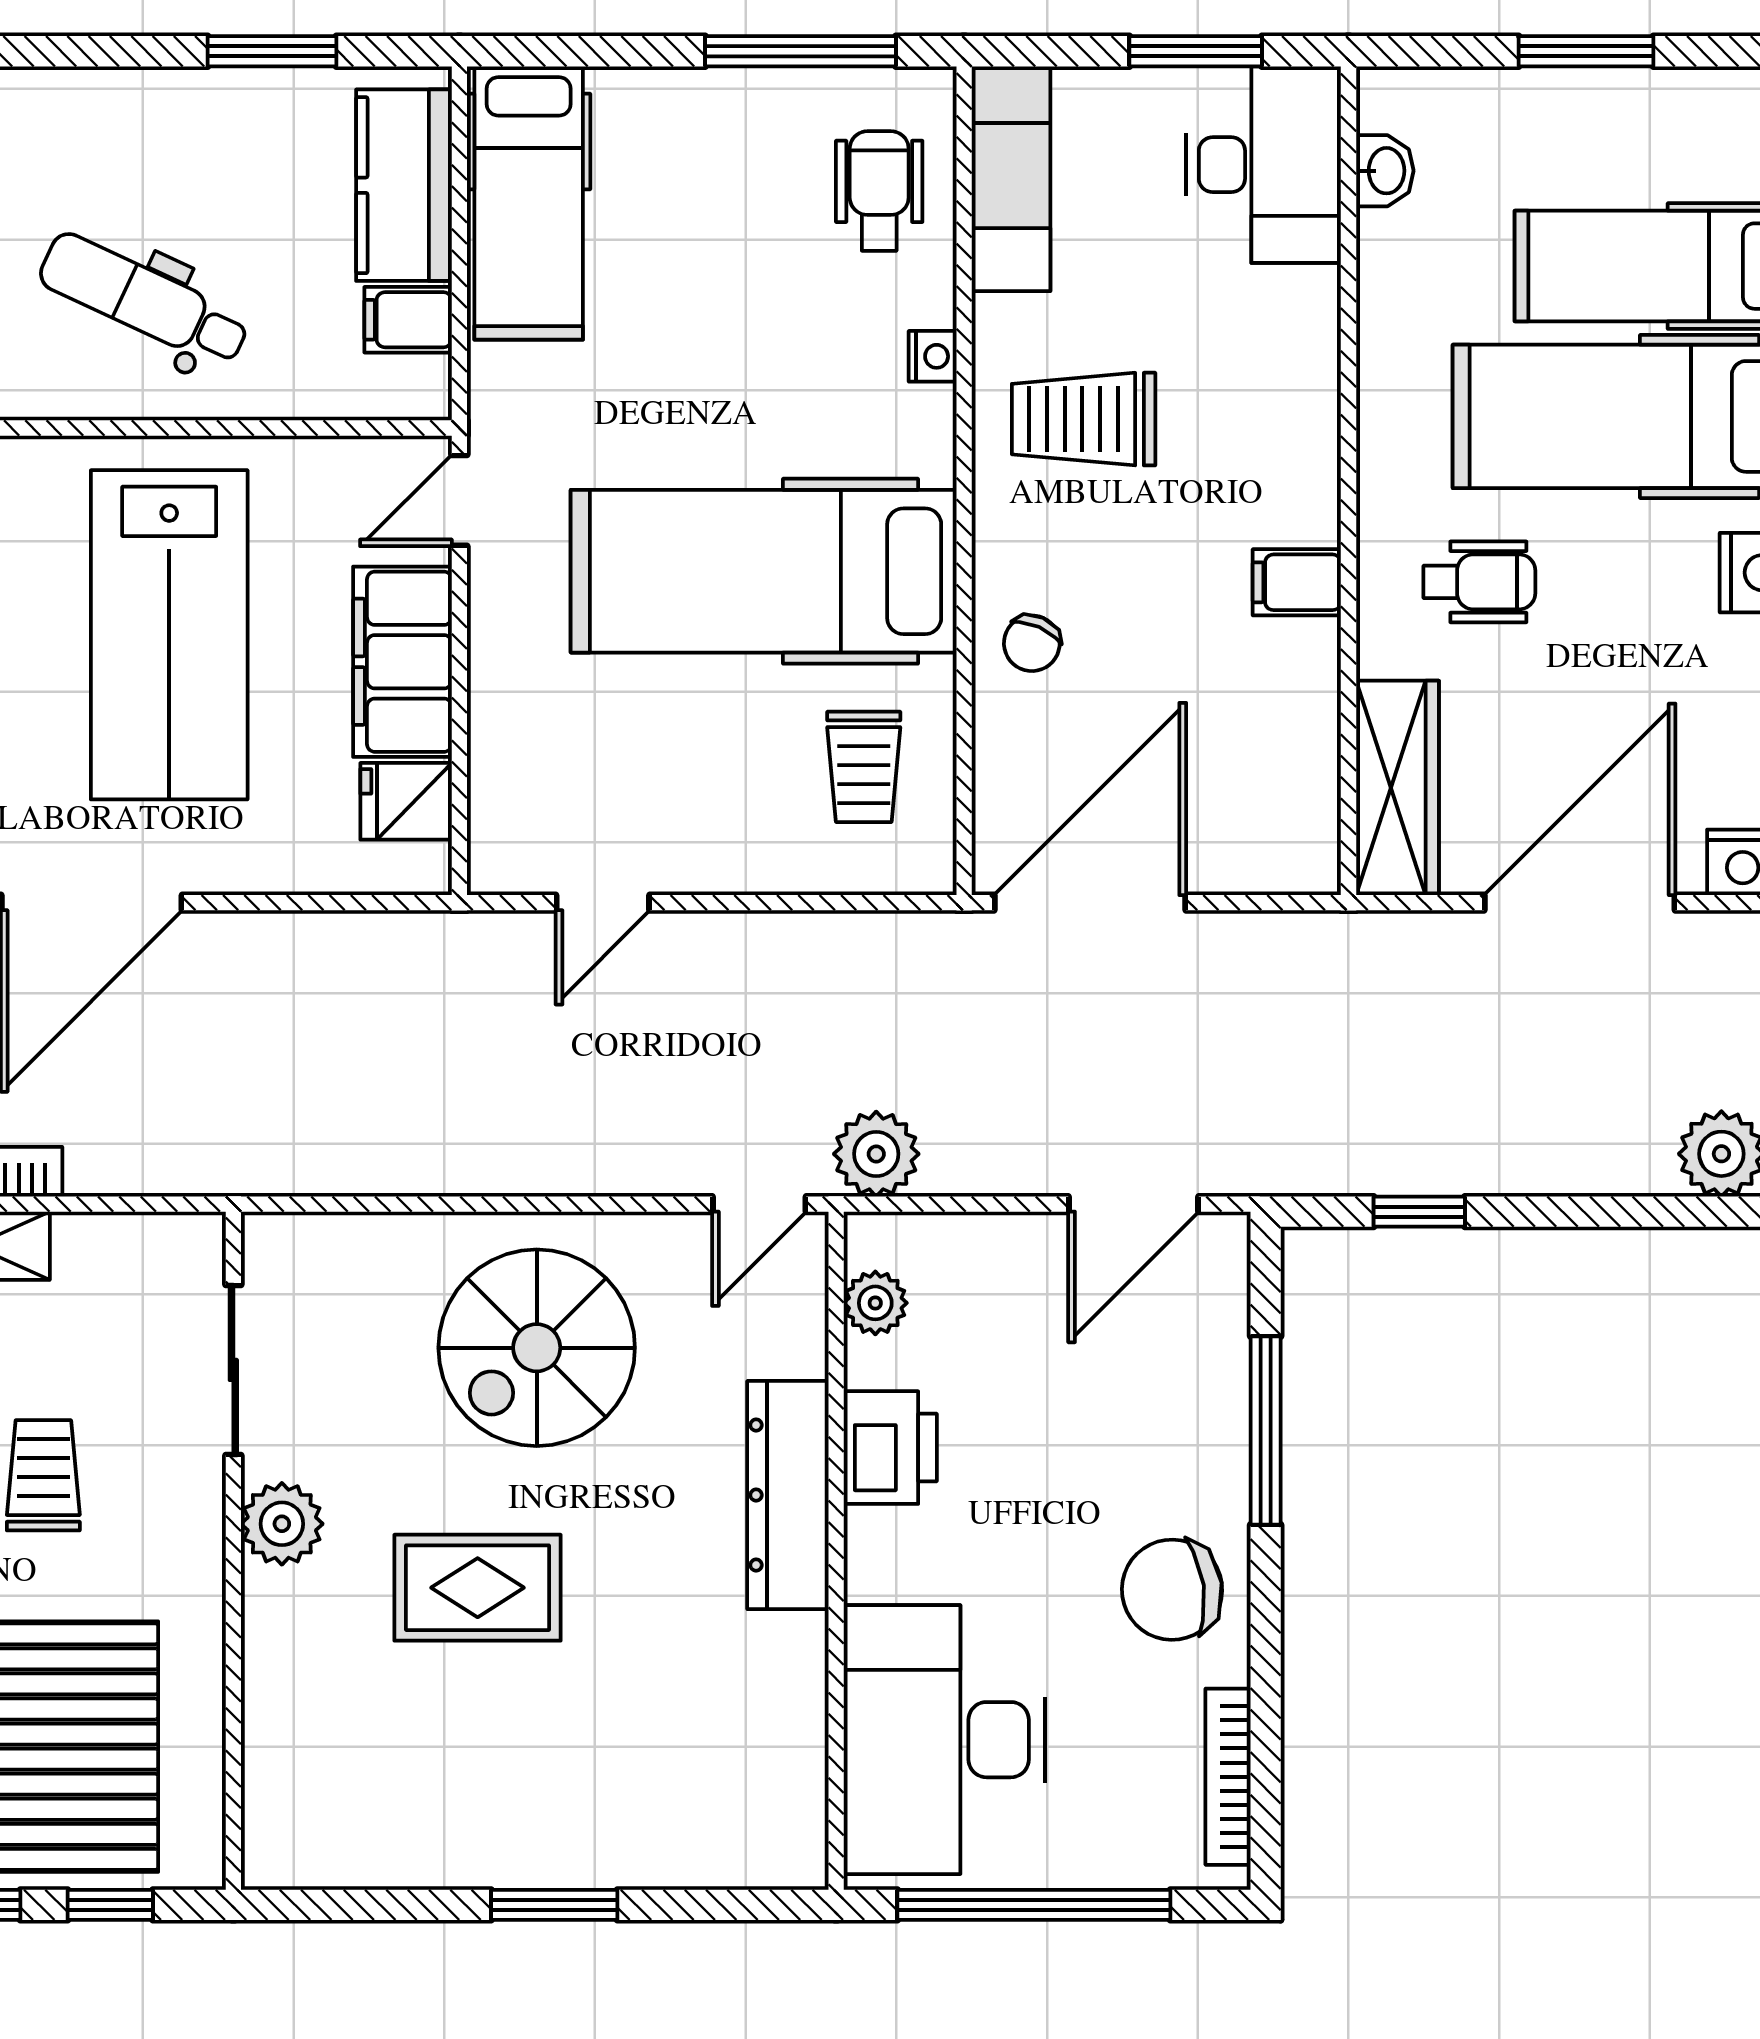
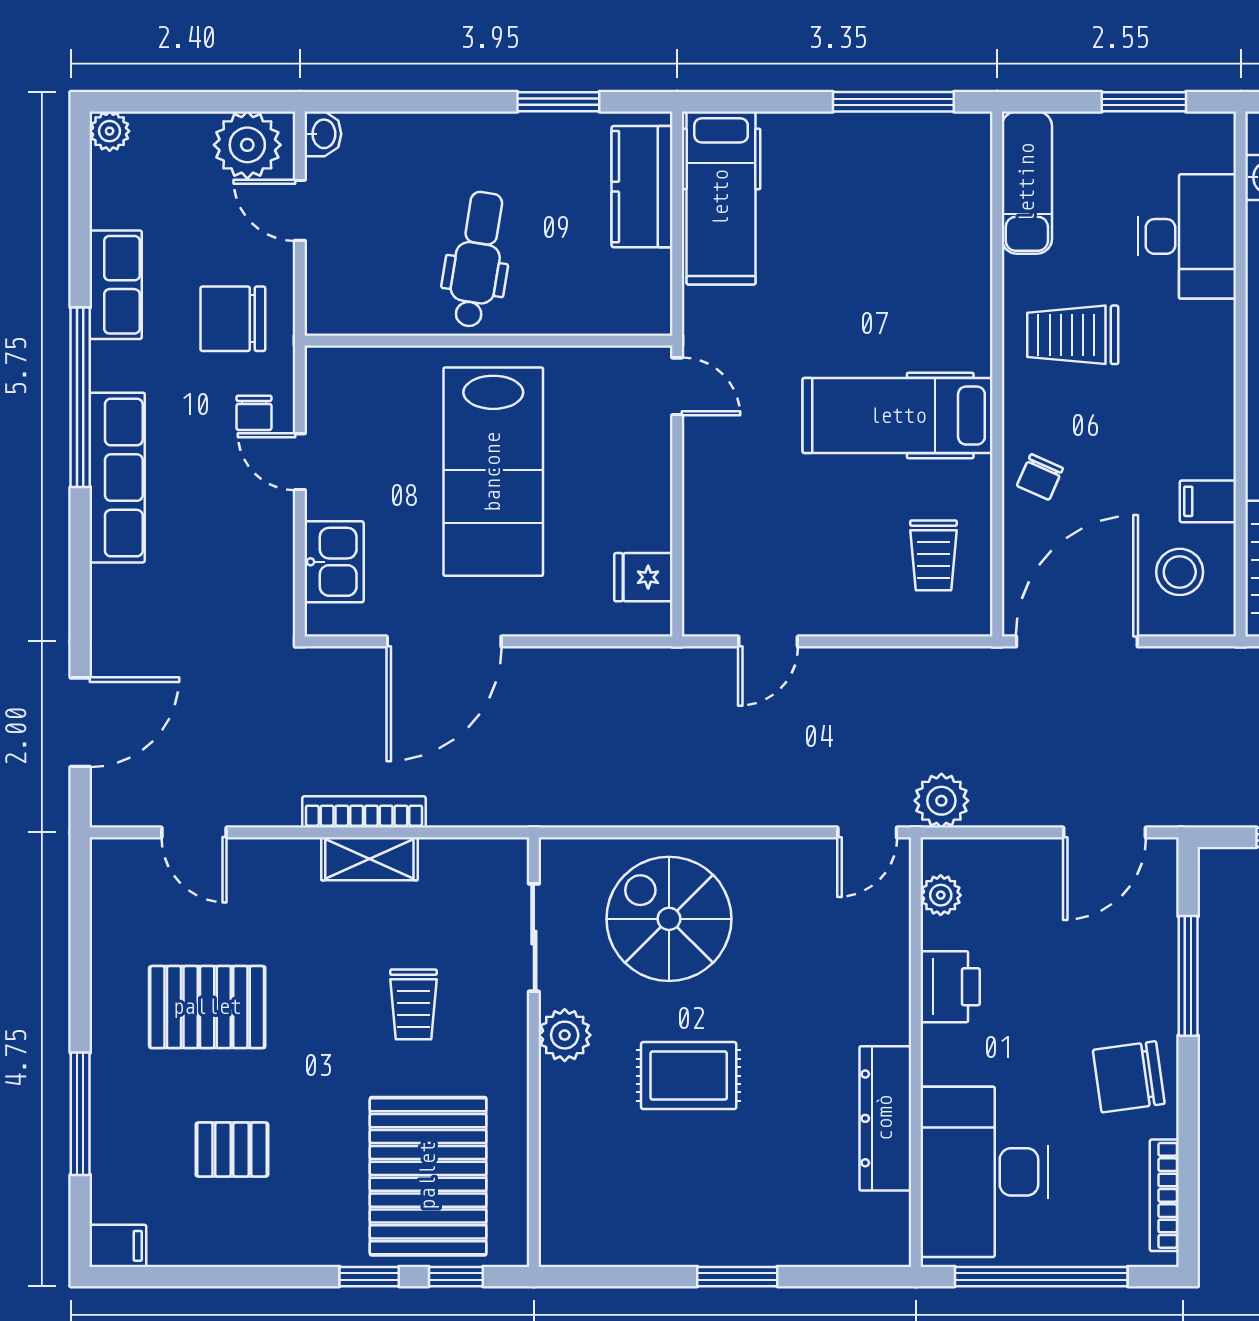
desk: (1264, 165) -> (1187, 236), moved
wheelchair: (879, 191) -> (943, 190), removed
dental chair: (144, 300) -> (477, 259), turned 74
filing cabinet: (408, 320) -> (645, 272), removed
nightstand: (933, 356) -> (977, 295), removed
door: (459, 500) -> (677, 386), swing flipped
hospital bed: (764, 571) -> (898, 416), width x0.73, depth x0.78
filing cabinet: (1297, 582) -> (1208, 501), moved
filing cabinet: (402, 662) -> (641, 489), removed
stool: (1252, 793) -> (1180, 572), added
spiral stairs: (537, 1348) -> (669, 919), moved, turned 90
trolley: (43, 1475) -> (413, 1004), turned 180
dresser: (788, 1495) -> (885, 1118), moved

